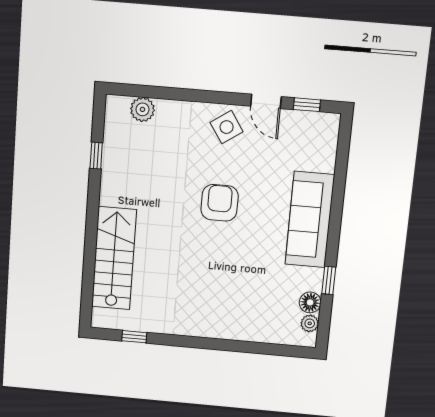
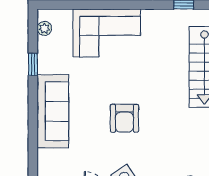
floor lamp: (310, 302) -> (46, 45), removed
corner sofa: (232, 311) -> (107, 33), added

